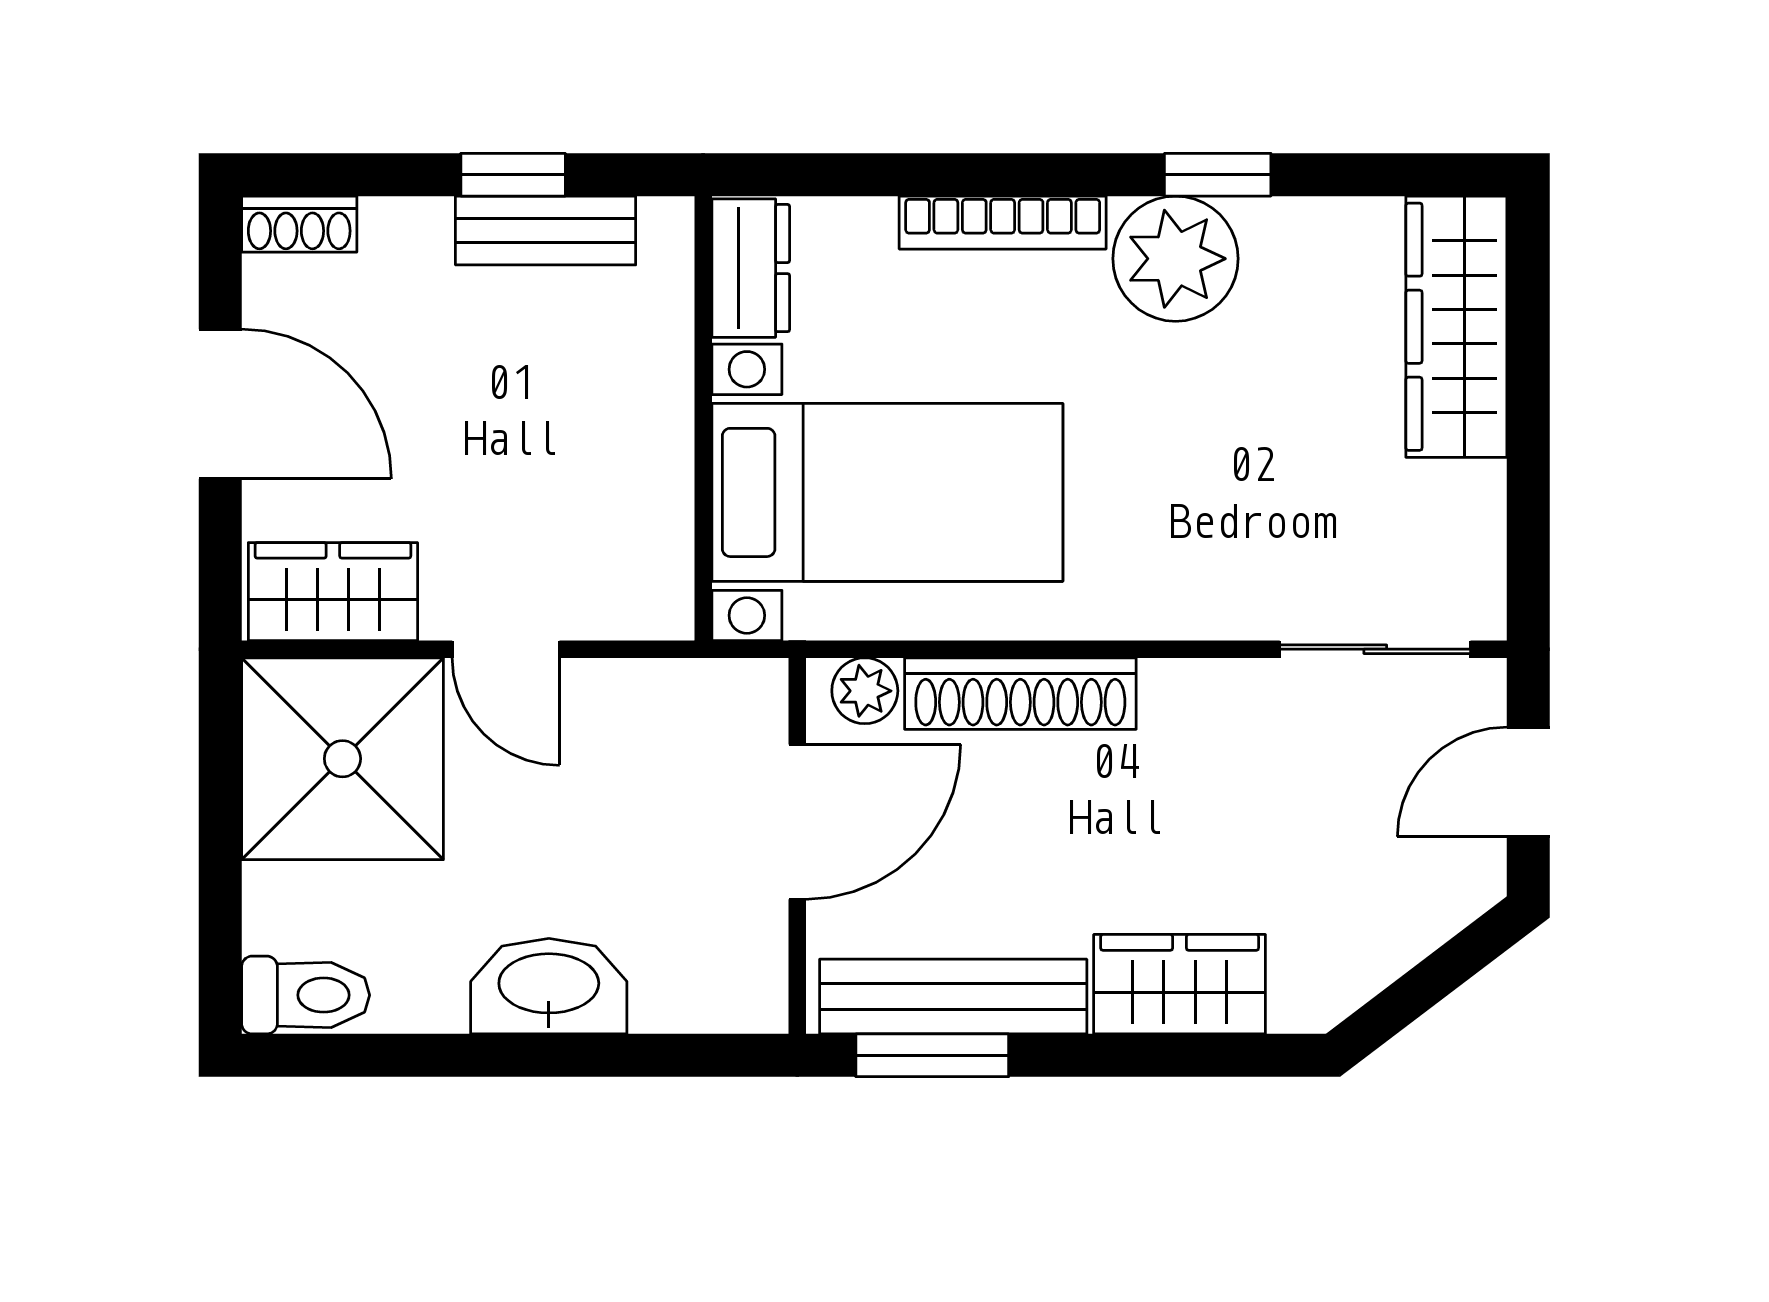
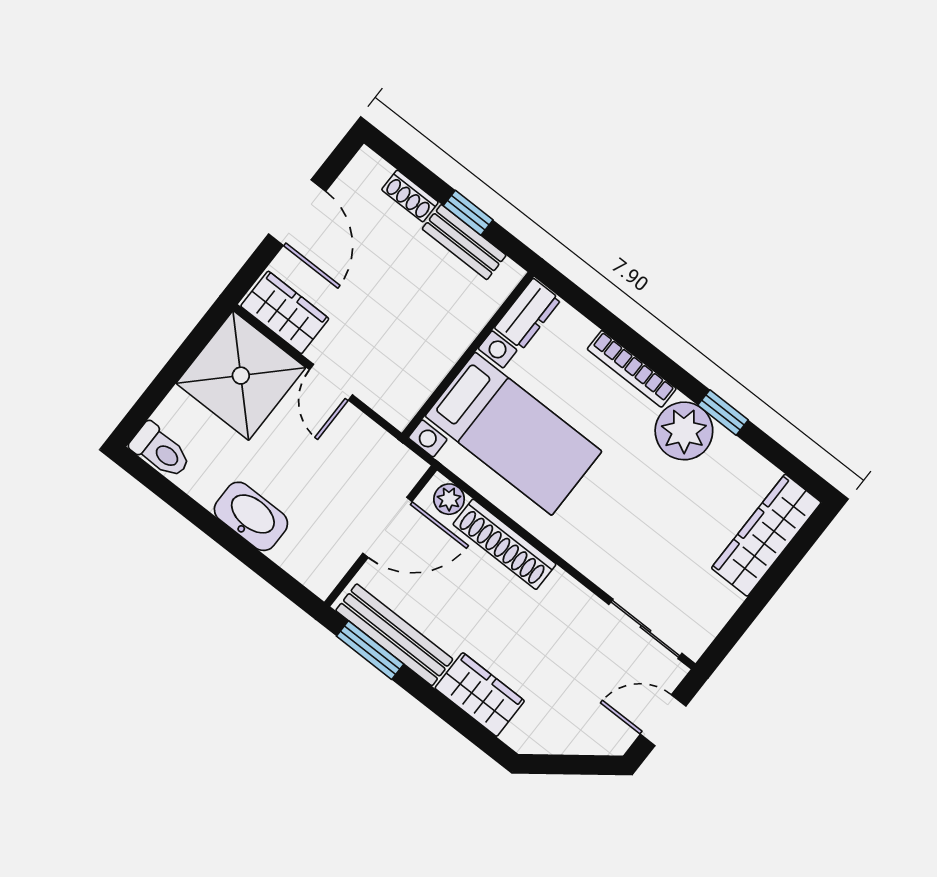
shoe rack: (299, 224) -> (410, 196), moved

